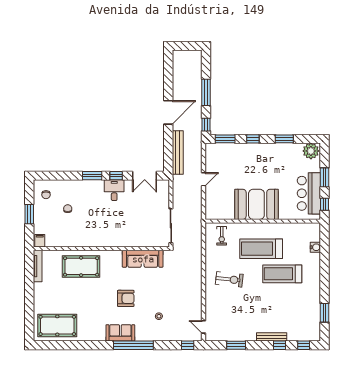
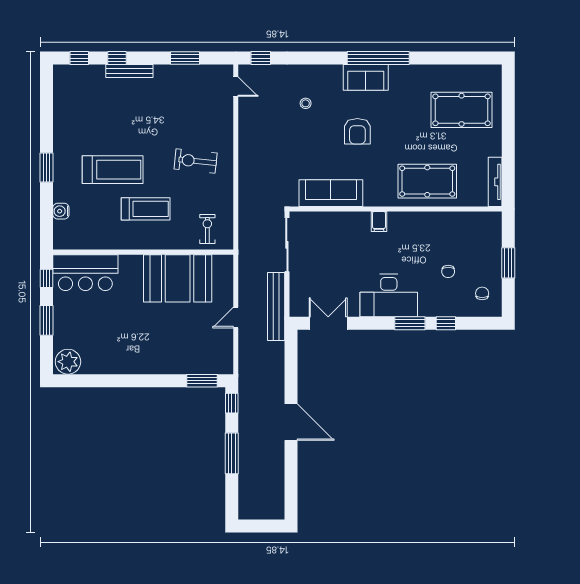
door: (168, 112) -> (291, 422), swing flipped
window: (253, 139) -> (159, 381), removed
window: (284, 139) -> (110, 381), removed
bench: (178, 153) -> (276, 307), moved
window: (116, 176) -> (446, 323), moved
desk: (114, 190) -> (389, 295), width x1.87, depth x1.30
bar counter: (309, 193) -> (85, 273), moved, turned 90
booth: (256, 204) -> (178, 278), moved
filing cabinet: (40, 241) -> (379, 221), moved
treadmill: (261, 249) -> (146, 209), width x0.73, depth x0.73
armchair: (126, 298) -> (357, 131), turned -90
window: (325, 313) -> (47, 168), moved
pool table: (57, 325) -> (462, 110), moved
window: (133, 345) -> (378, 58), moved

